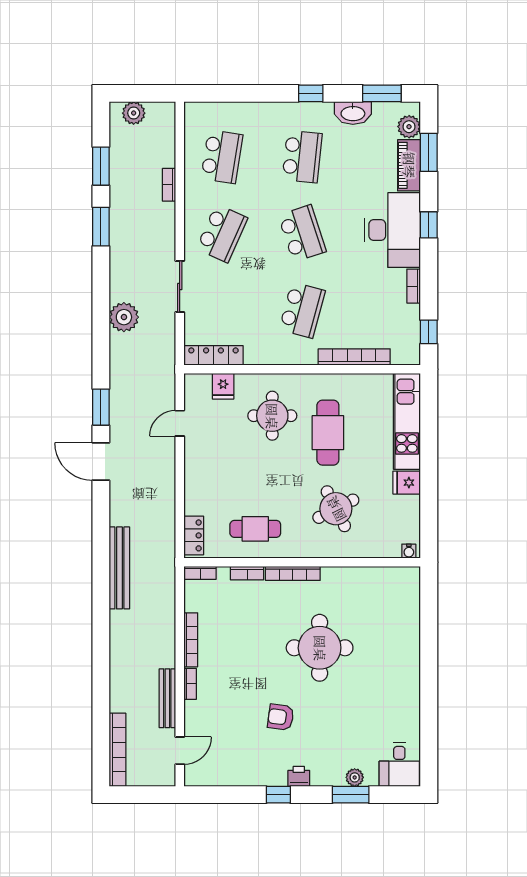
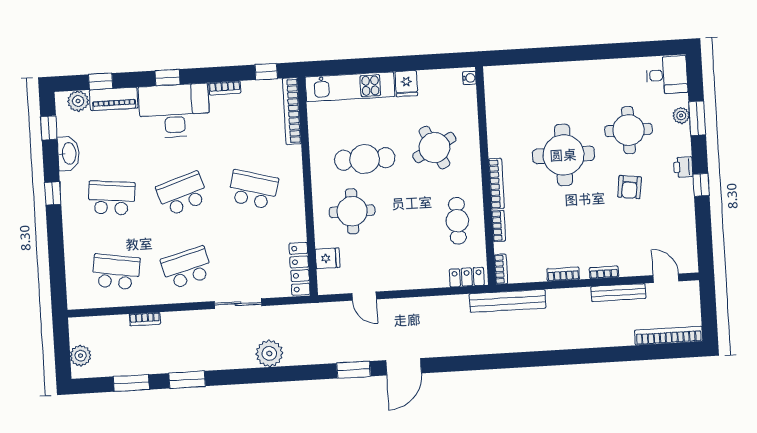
window: (382, 93) -> (49, 128), width x0.67
window: (429, 152) -> (101, 81), width x0.67
school desk: (222, 233) -> (187, 268), turned -39
bookcase: (354, 357) -> (292, 111), moved
bench: (119, 568) -> (508, 301), moved
bookcase: (191, 640) -> (563, 274), width x0.64
round table: (342, 720) -> (629, 130), added

